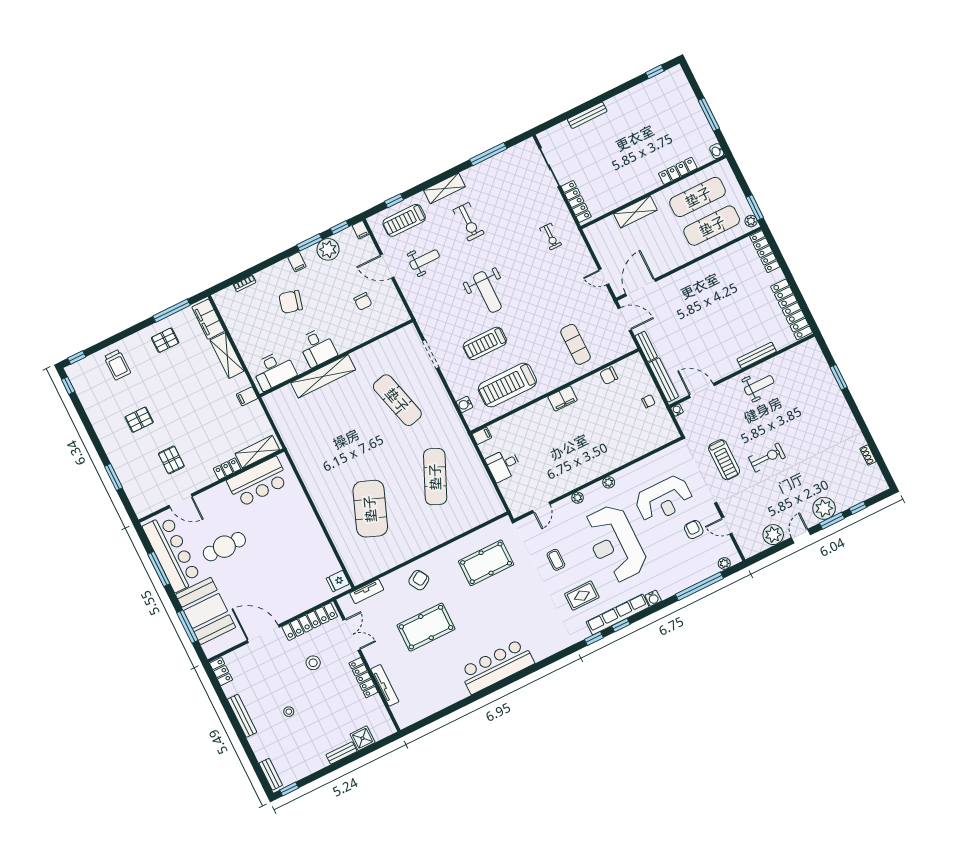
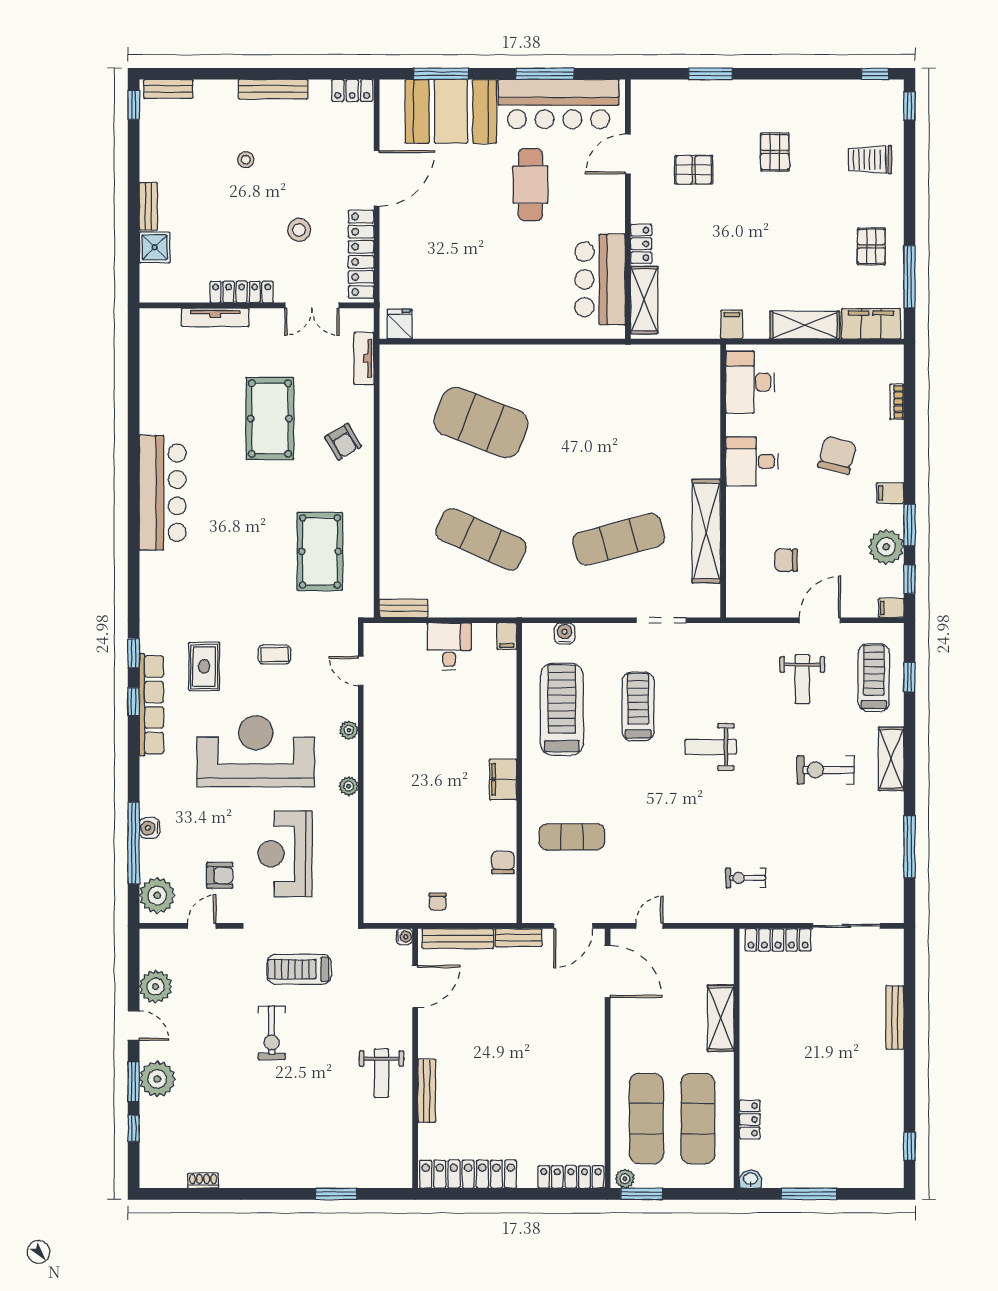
locker: (678, 171) -> (750, 1119), width x0.66
weight bench: (487, 292) -> (711, 747), width x0.73, depth x0.75
shelving: (323, 376) -> (706, 531), moved
bench: (495, 501) -> (404, 608), added
plant: (724, 563) -> (157, 895), width x1.87, depth x1.87
water cooler: (653, 598) -> (149, 828), moved

